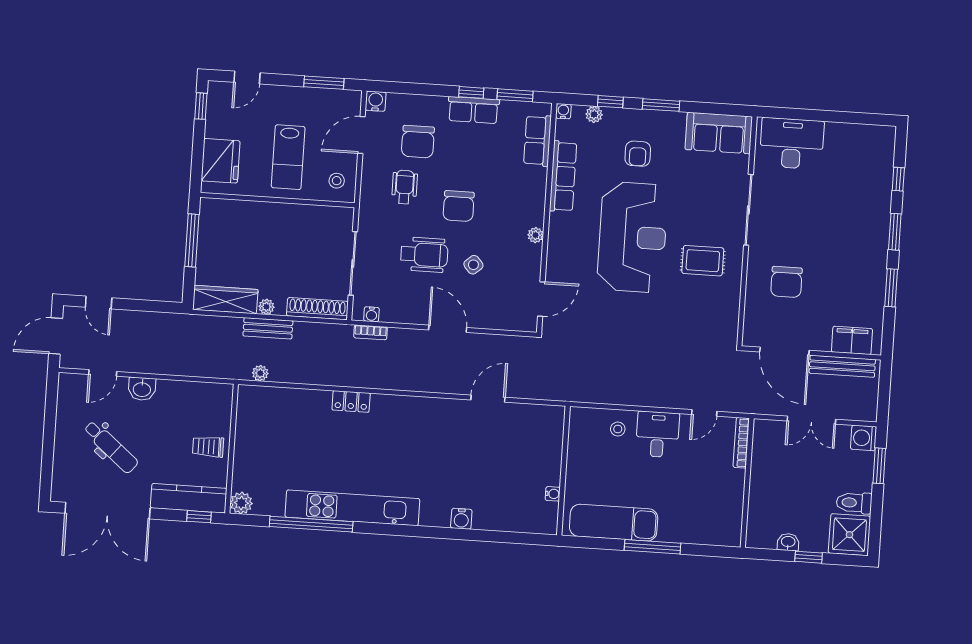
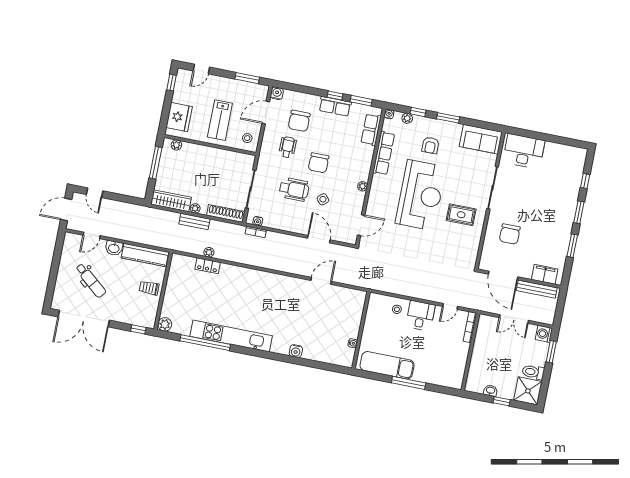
plant: (222, 207) -> (176, 145), added
door: (448, 329) -> (319, 239), moved
plant: (260, 373) -> (209, 252), moved
locker: (351, 401) -> (208, 266), moved
kitchen counter: (189, 498) -> (145, 255), moved, turned 180

